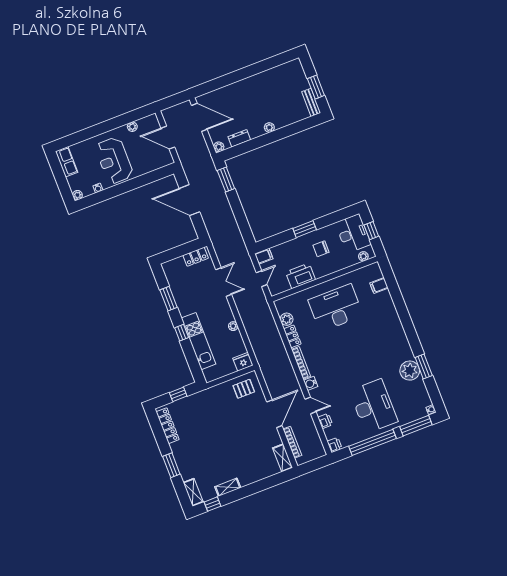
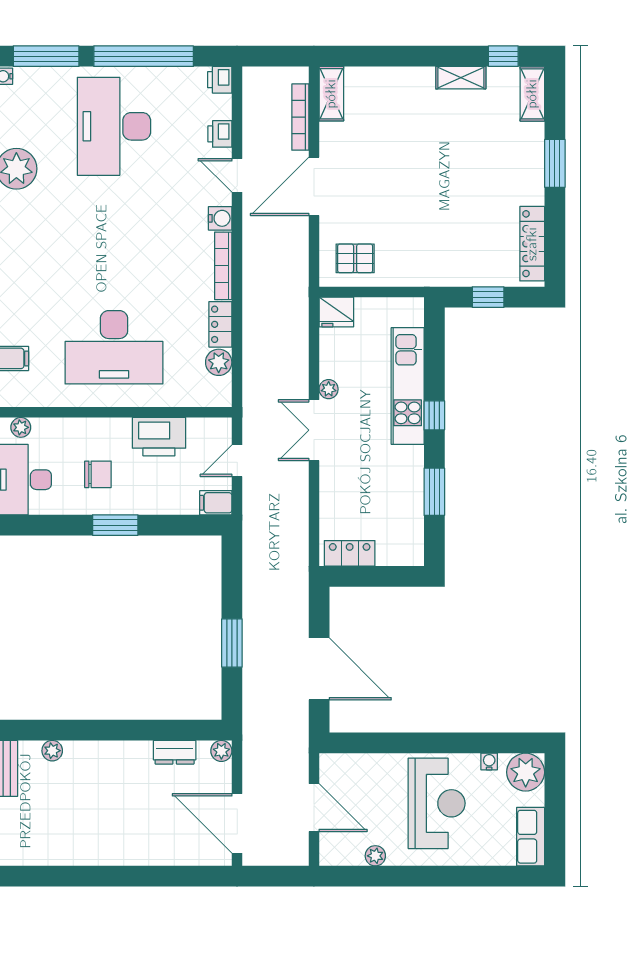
plant: (269, 128) -> (52, 751), moved
window: (226, 179) -> (232, 643), moved
plant: (77, 195) -> (526, 772), width x1.88, depth x1.88
double door: (224, 282) -> (314, 430), moved

